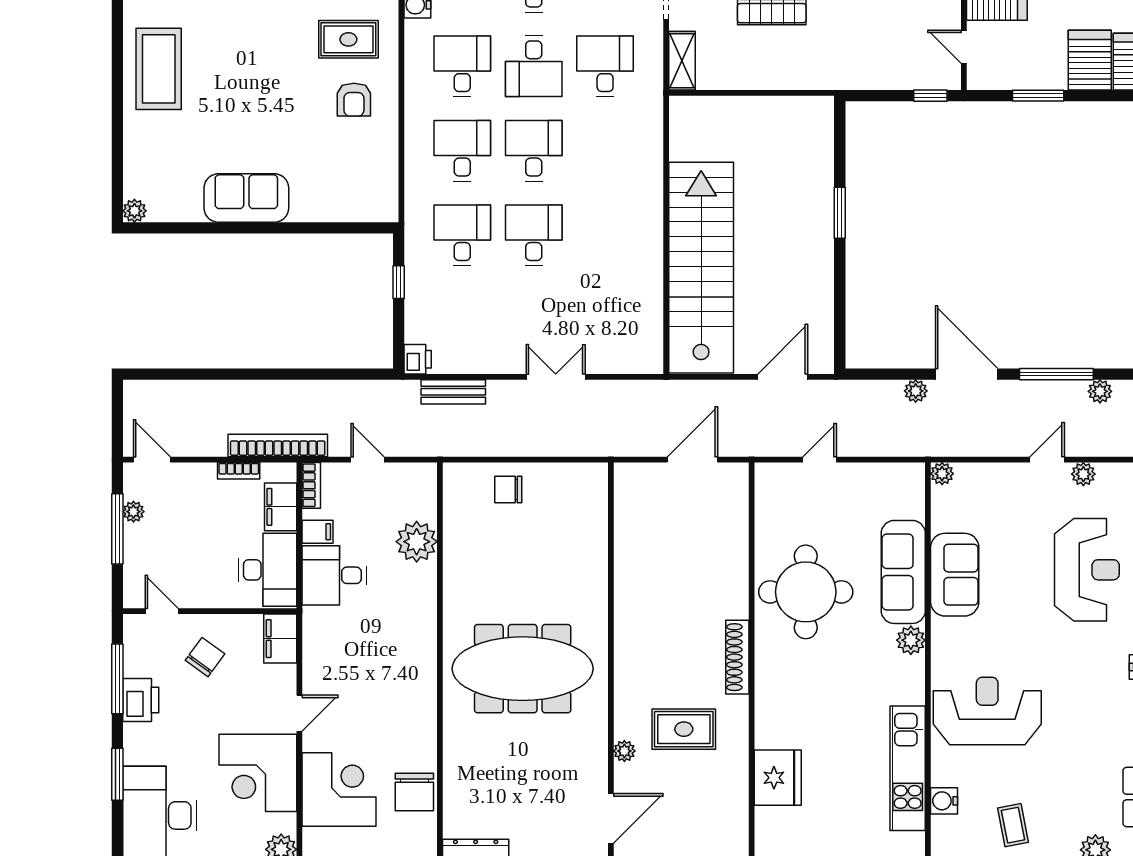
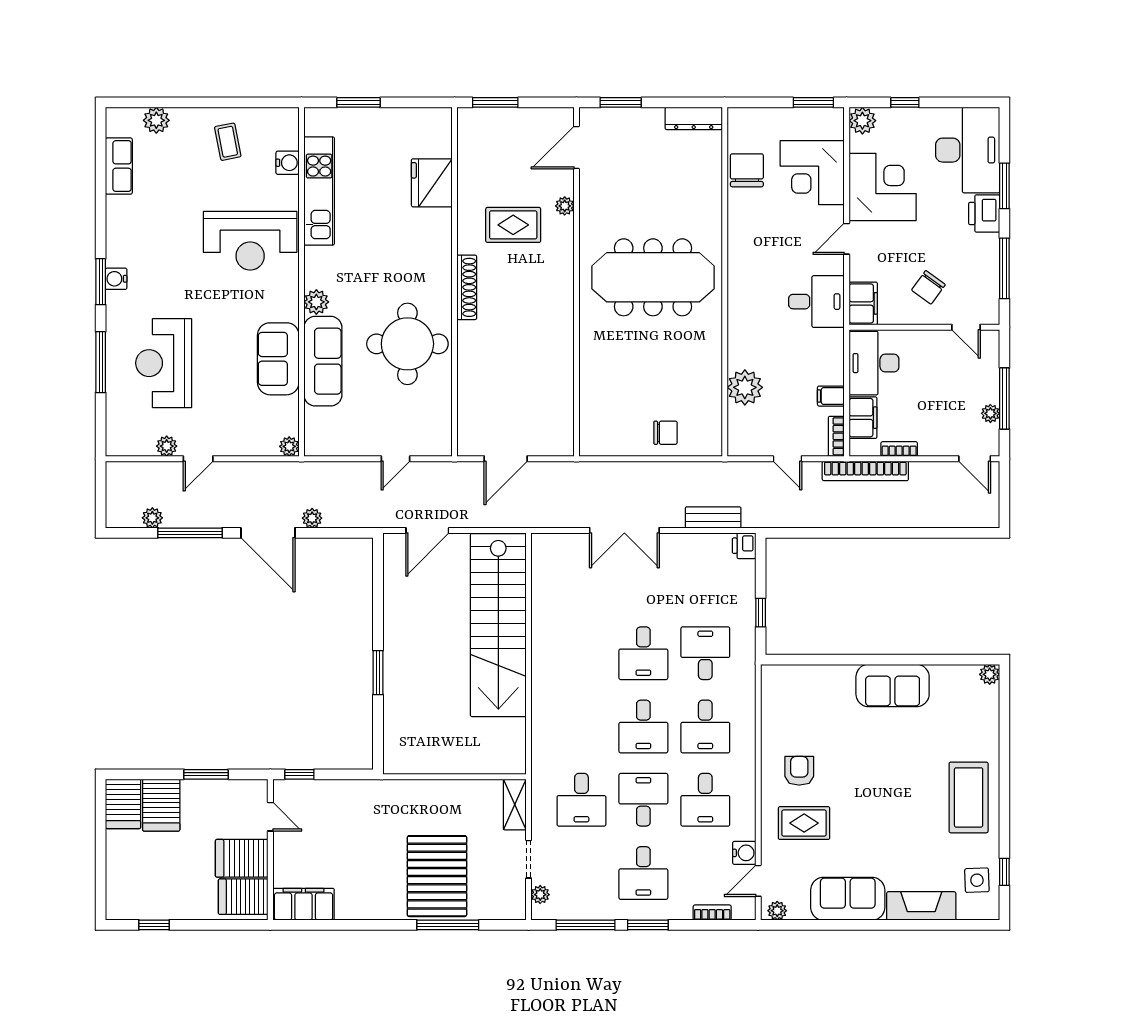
desk: (462, 235) -> (705, 653), turned 180
double door: (556, 377) -> (624, 530), width x1.37
desk: (334, 575) -> (816, 302), moved
printer: (141, 700) -> (984, 213), moved

